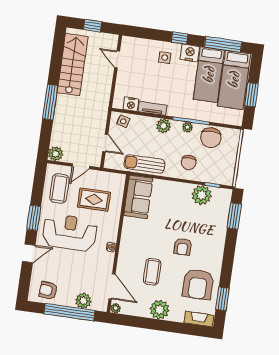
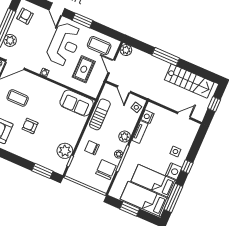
chair: (211, 138) -> (106, 170), turned 90
door: (105, 143) -> (124, 89), hinge flipped

